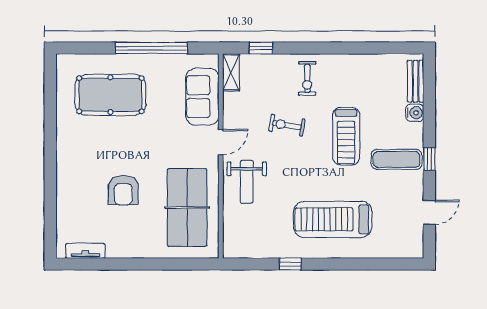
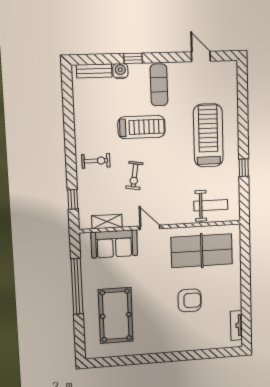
shelving: (231, 72) -> (107, 222), moved
window: (429, 159) -> (133, 58), moved
weight bench: (247, 182) -> (211, 205), moved
treadmill: (333, 219) -> (208, 135), turned 180

